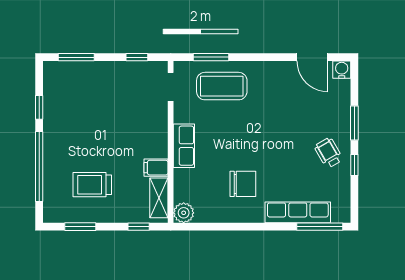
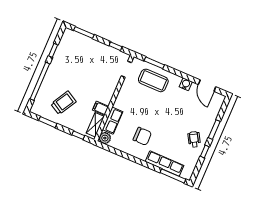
water cooler: (342, 70) -> (186, 84), moved
row of seats: (184, 146) -> (113, 121), moved
trolley: (92, 185) -> (63, 103), turned 120

